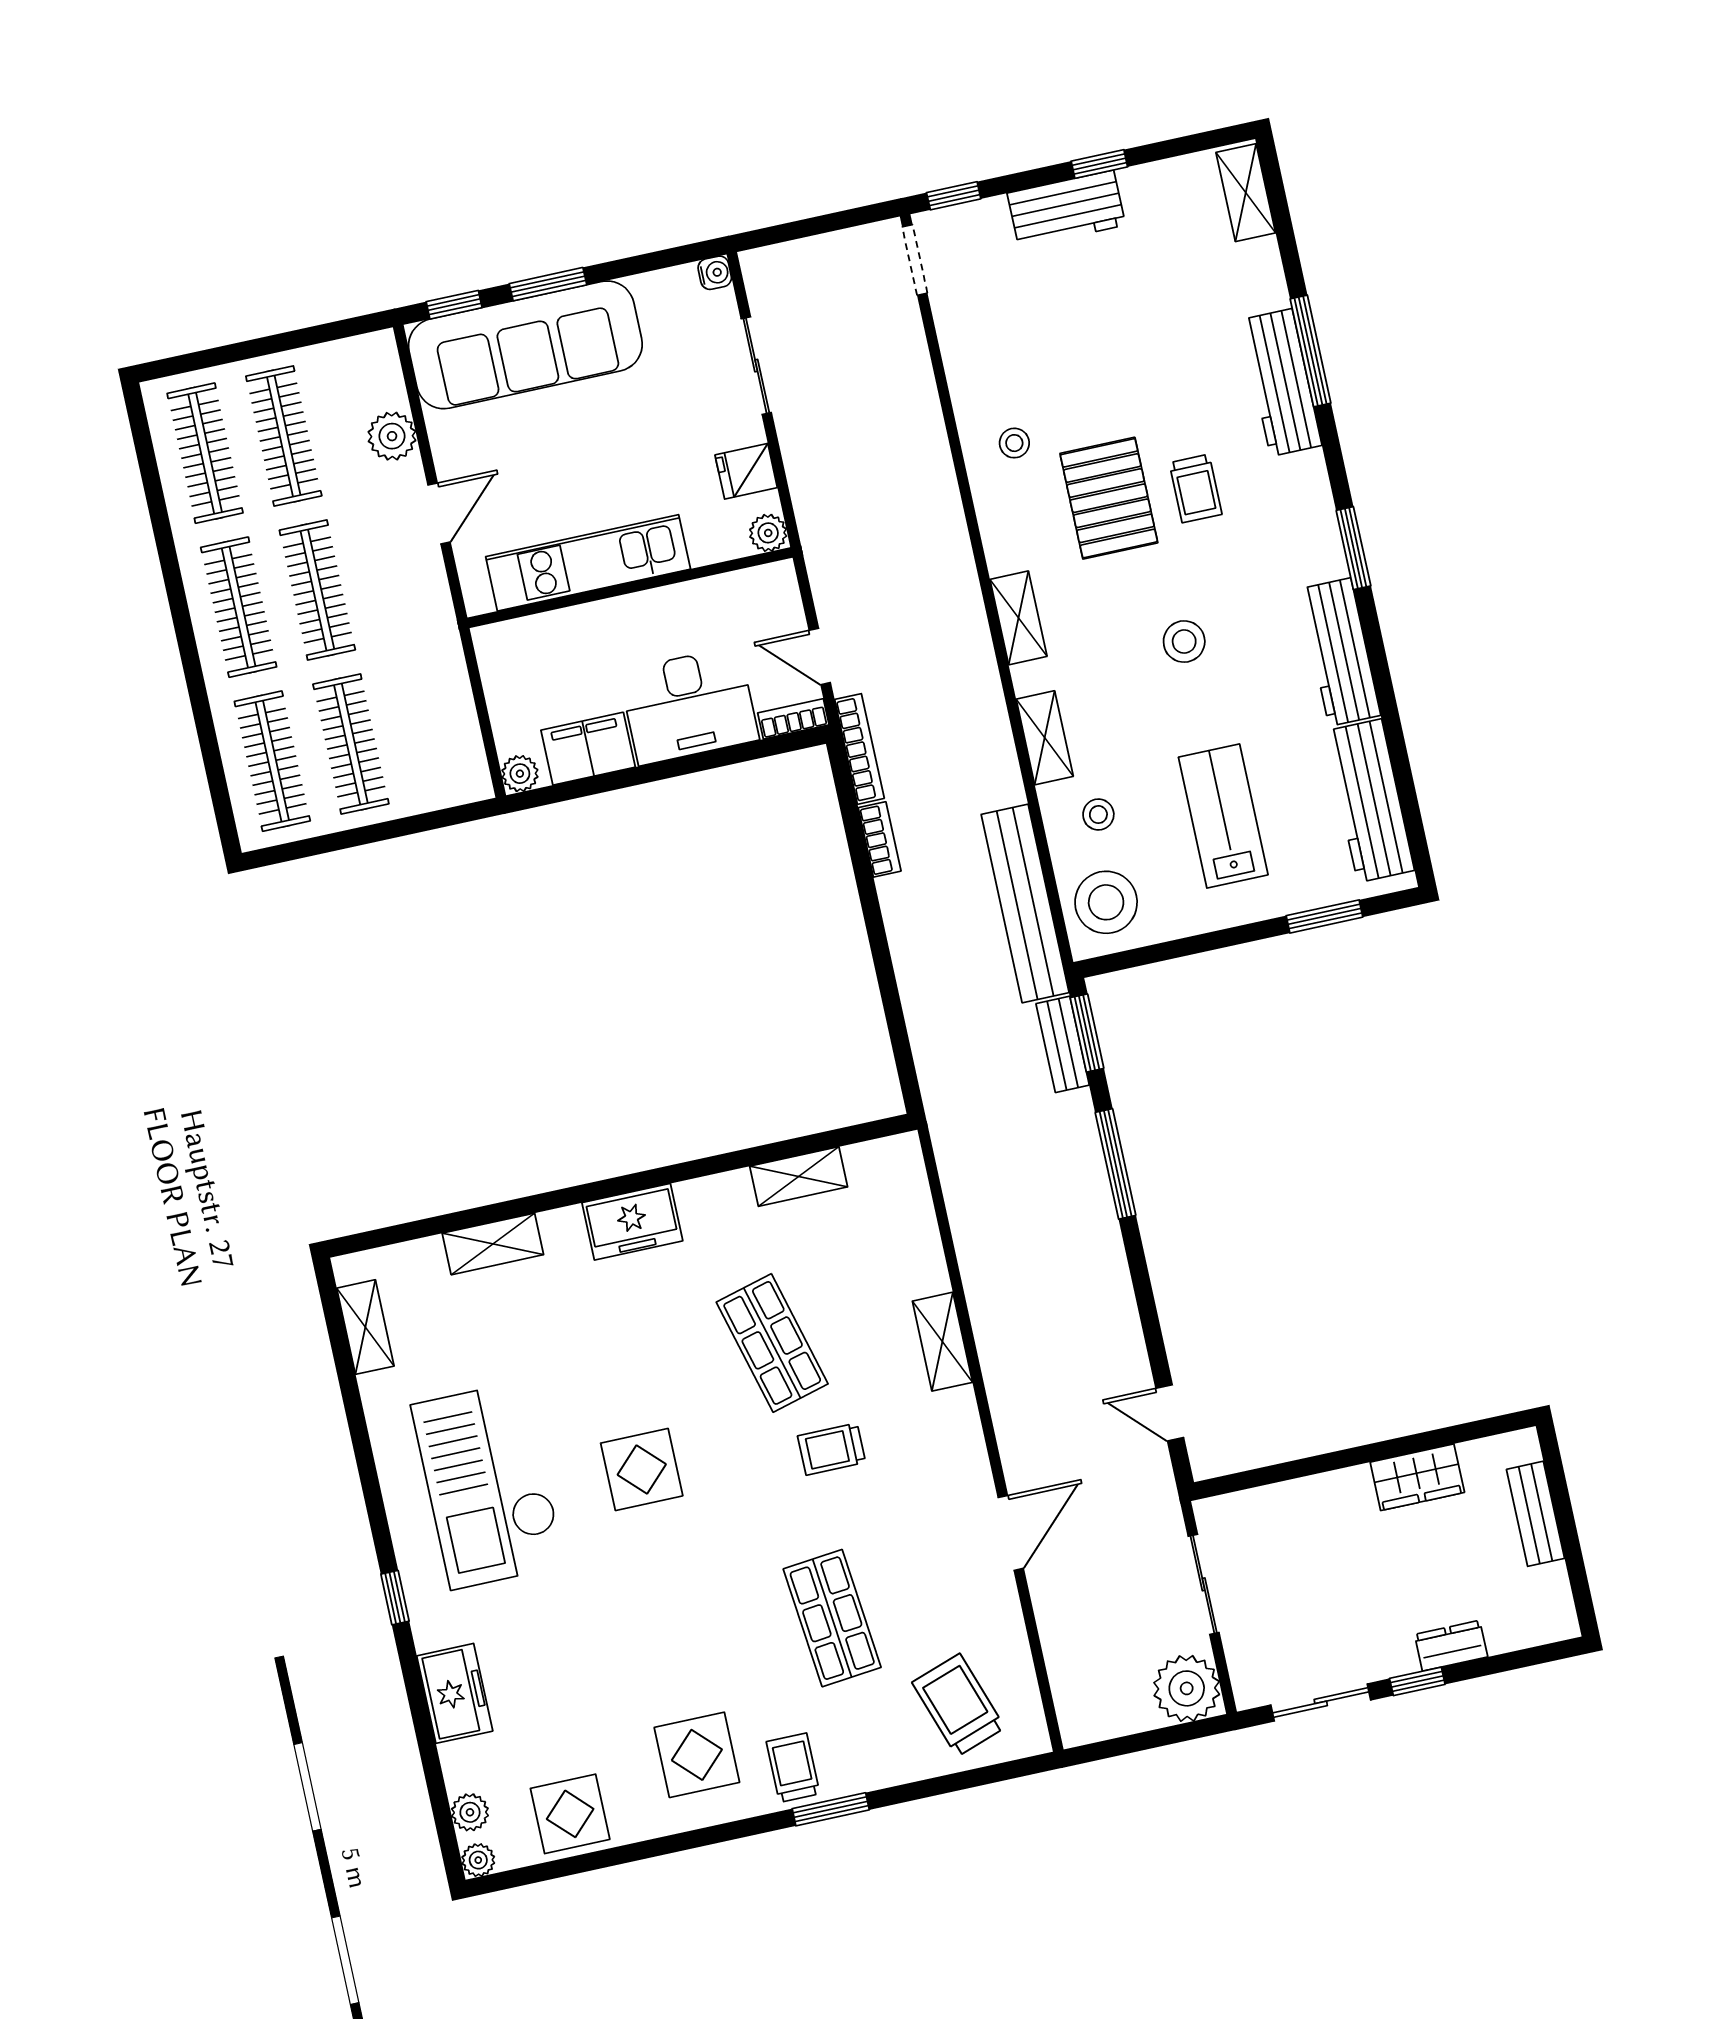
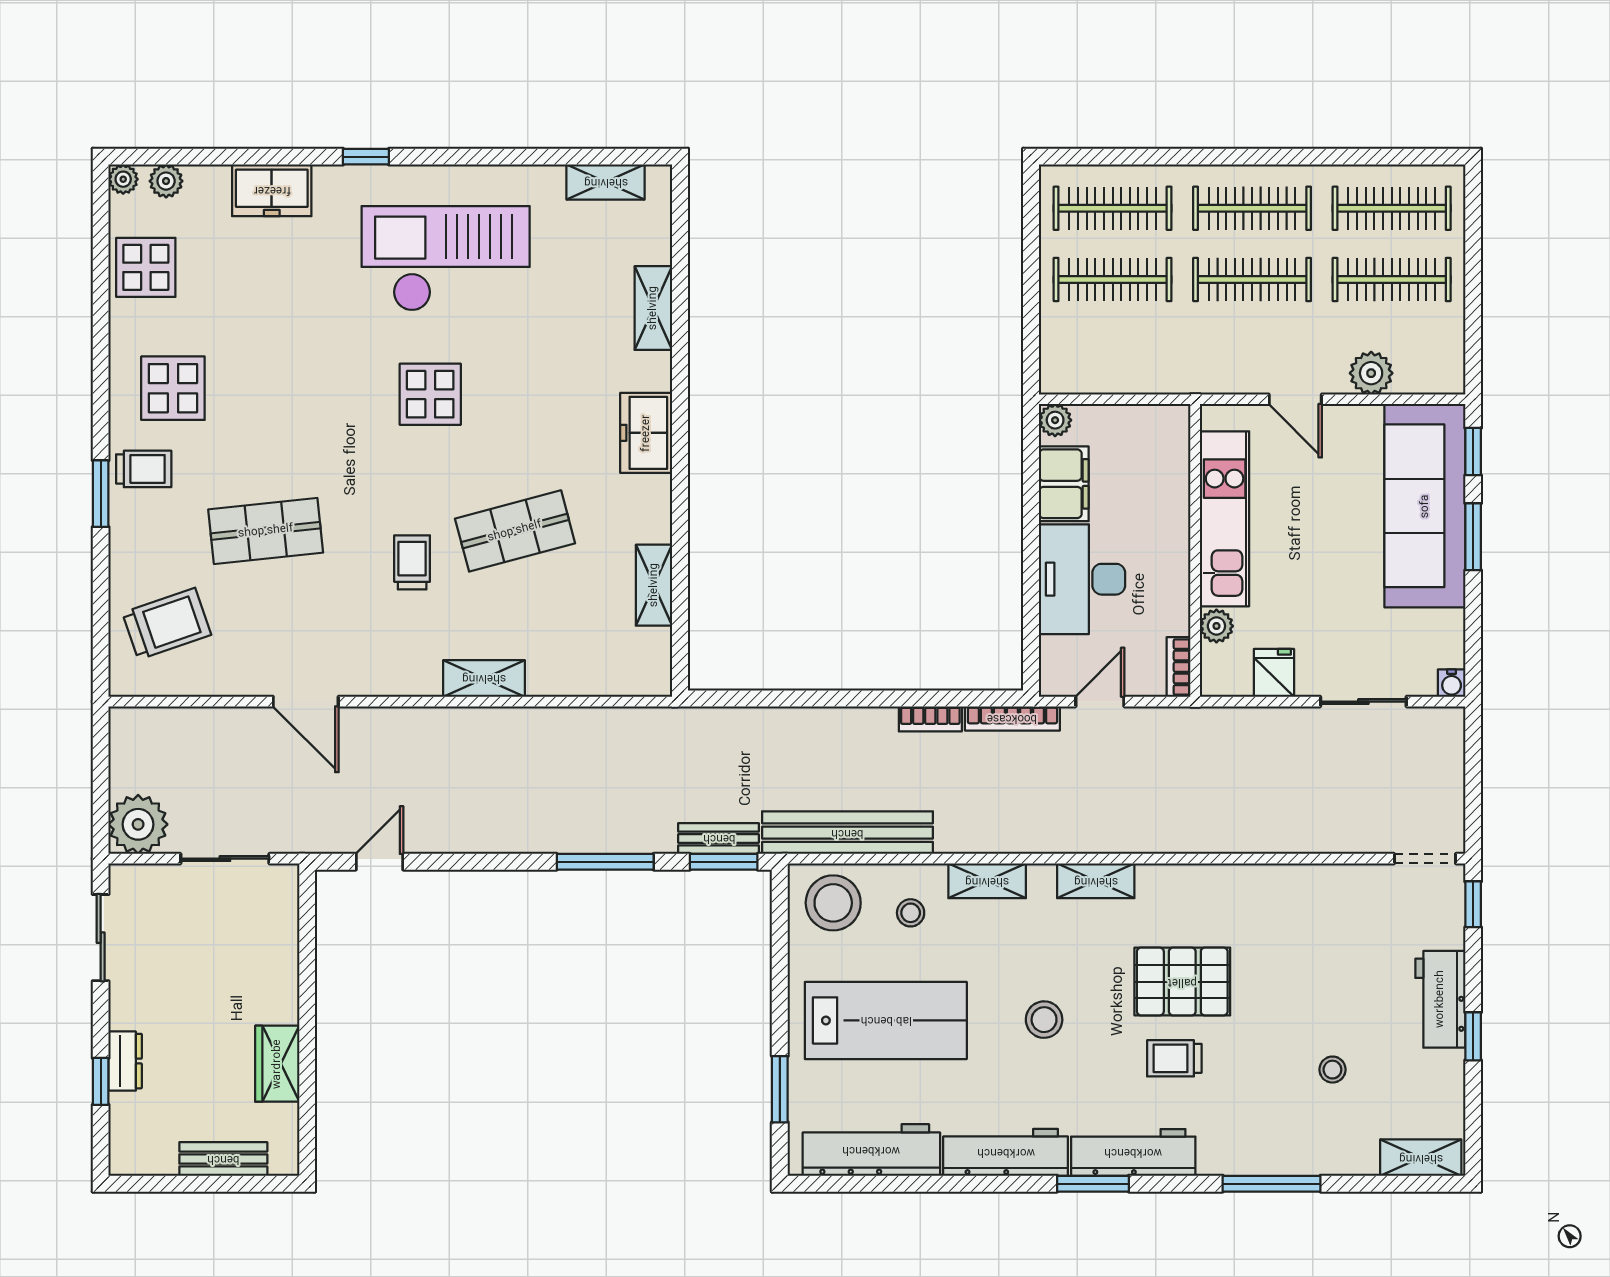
workbench: (1281, 383) -> (1133, 1152), moved
stool: (1014, 443) -> (1332, 1070), moved
plant: (768, 533) -> (1216, 626), moved
bookcase: (793, 719) -> (1179, 667), moved, turned 180
lab bench: (1223, 816) -> (886, 1020), width x1.36, depth x1.39
window: (1417, 1681) -> (101, 1081), moved

